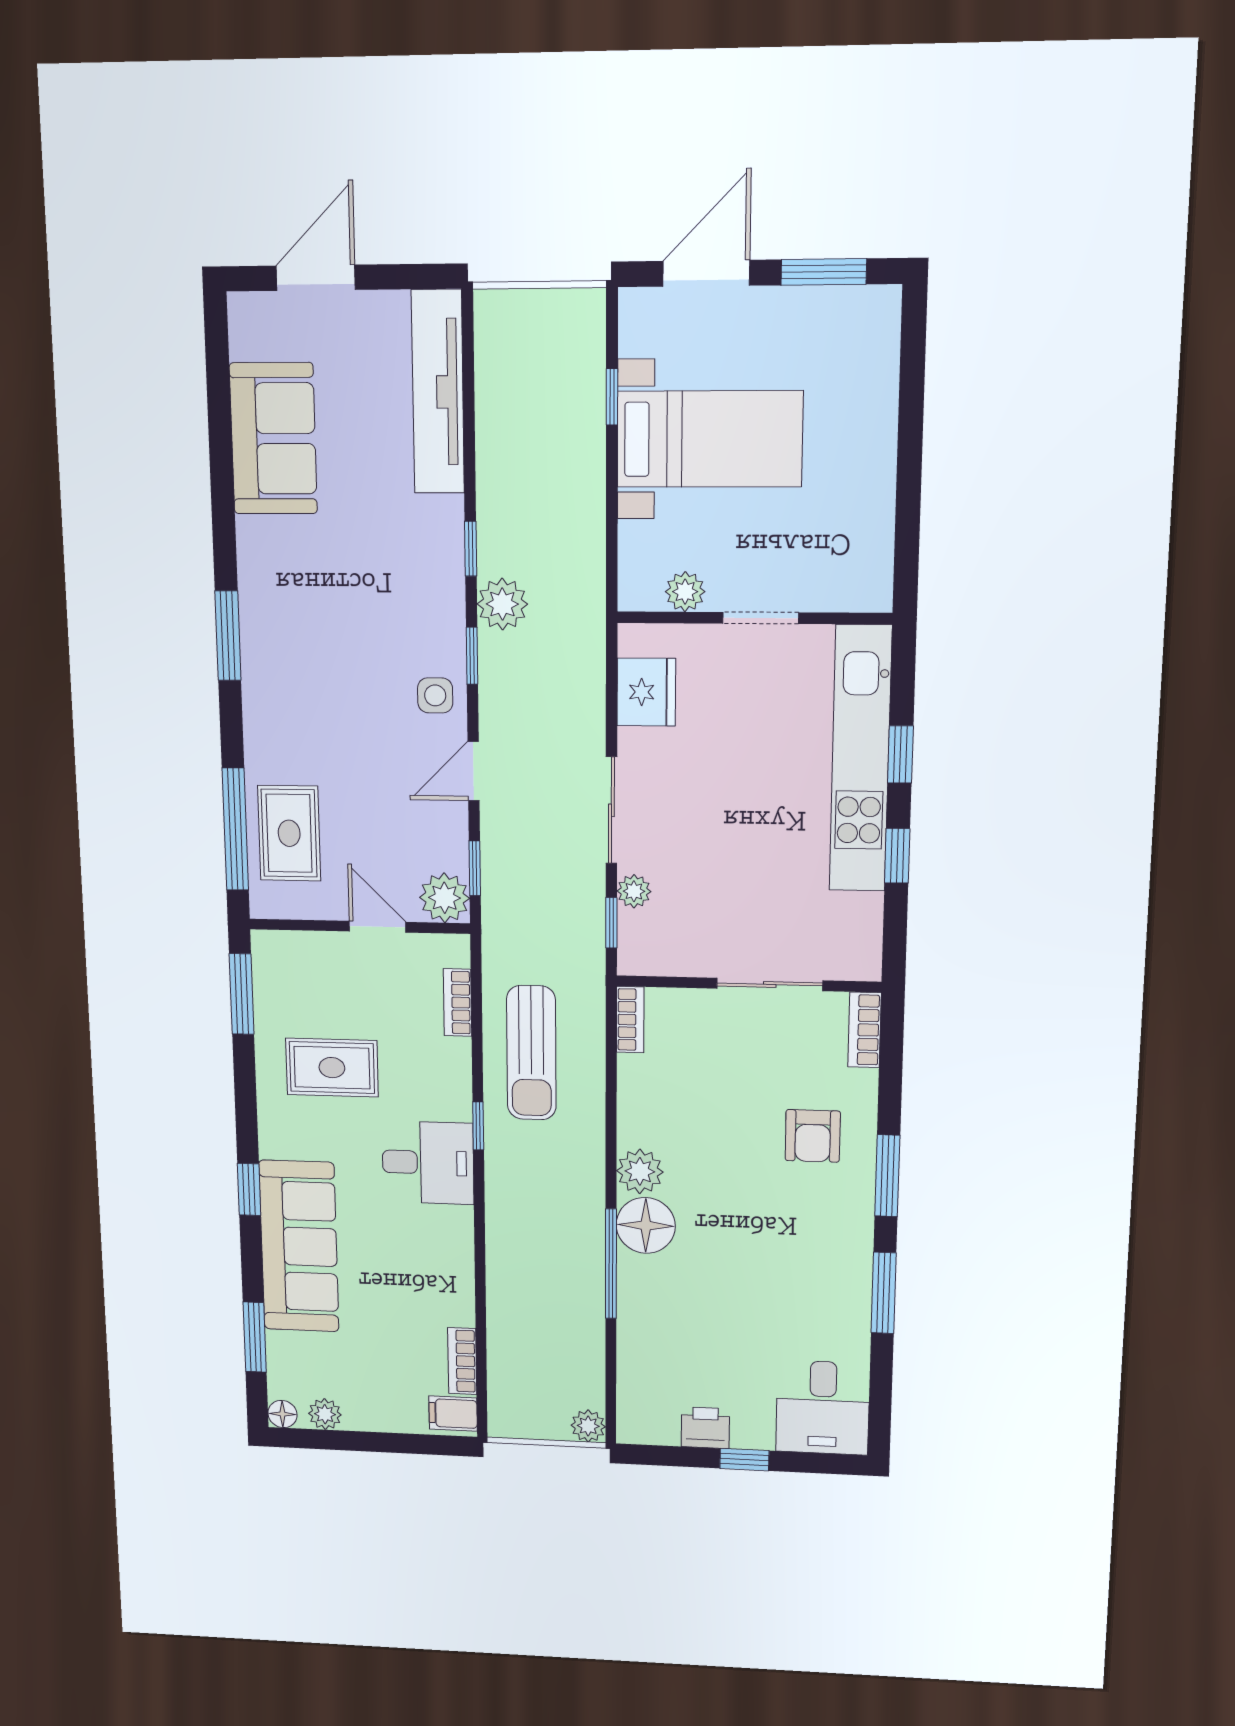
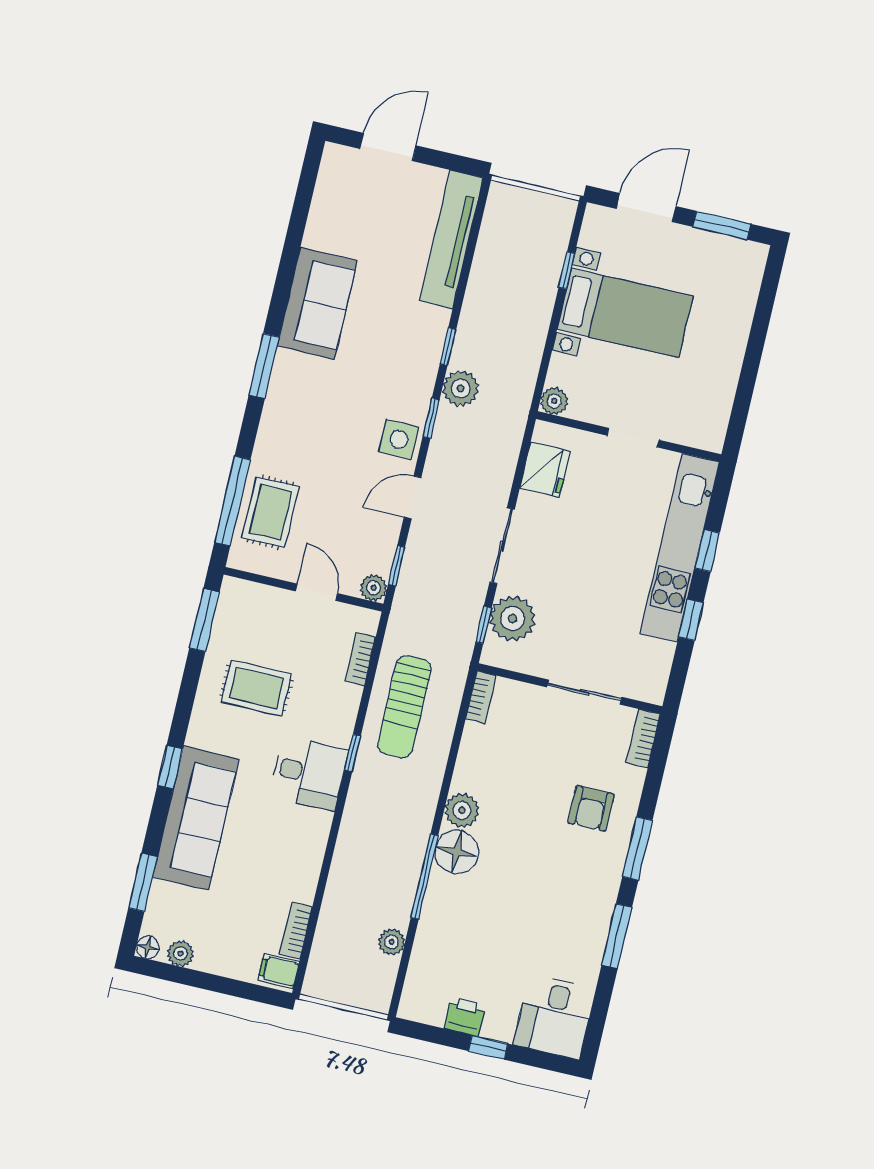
sofa: (273, 439) -> (317, 303), moved
plant: (685, 592) -> (554, 401), moved
side table: (435, 695) -> (399, 439), width x1.37, depth x1.37
plant: (634, 891) -> (513, 619), width x1.88, depth x1.88
plant: (444, 898) -> (374, 588), width x0.73, depth x0.73
plant: (588, 1426) -> (392, 942), moved

